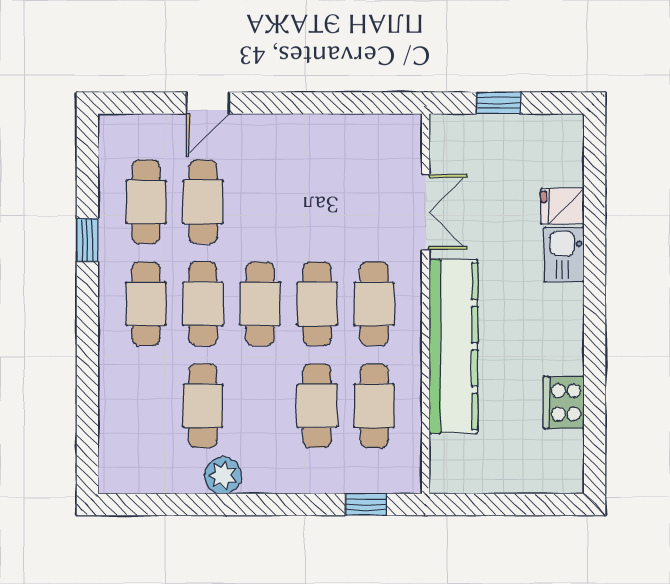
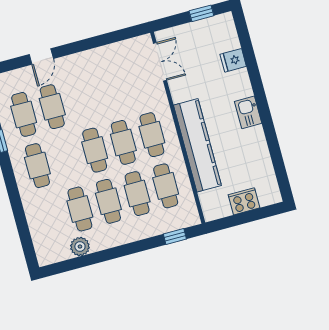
window: (499, 103) -> (201, 13), moved
double door: (426, 212) -> (160, 62), moved
kitchen sink: (564, 255) -> (248, 112), moved
cafe table: (203, 304) -> (108, 201), moved
cooker: (564, 402) -> (244, 201), moved, turned 90
plant: (223, 476) -> (80, 247), moved

